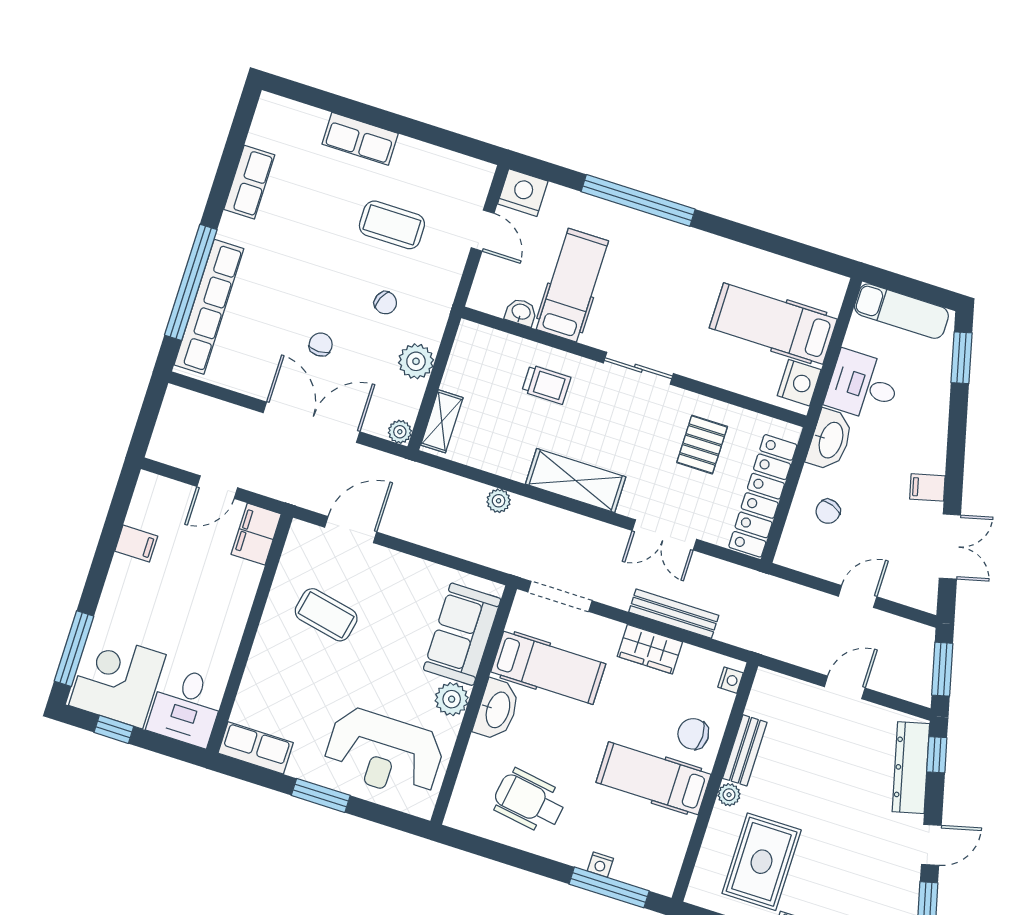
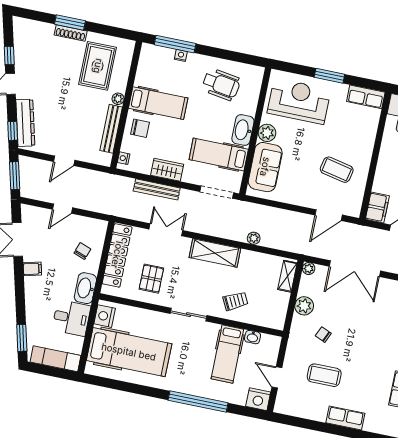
hospital bed: (773, 324) -> (129, 352), width x1.37, depth x1.29
chair: (321, 345) -> (354, 309), removed
trolley: (546, 384) -> (235, 301), turned 153
bench: (745, 750) -> (111, 129), width x1.36

